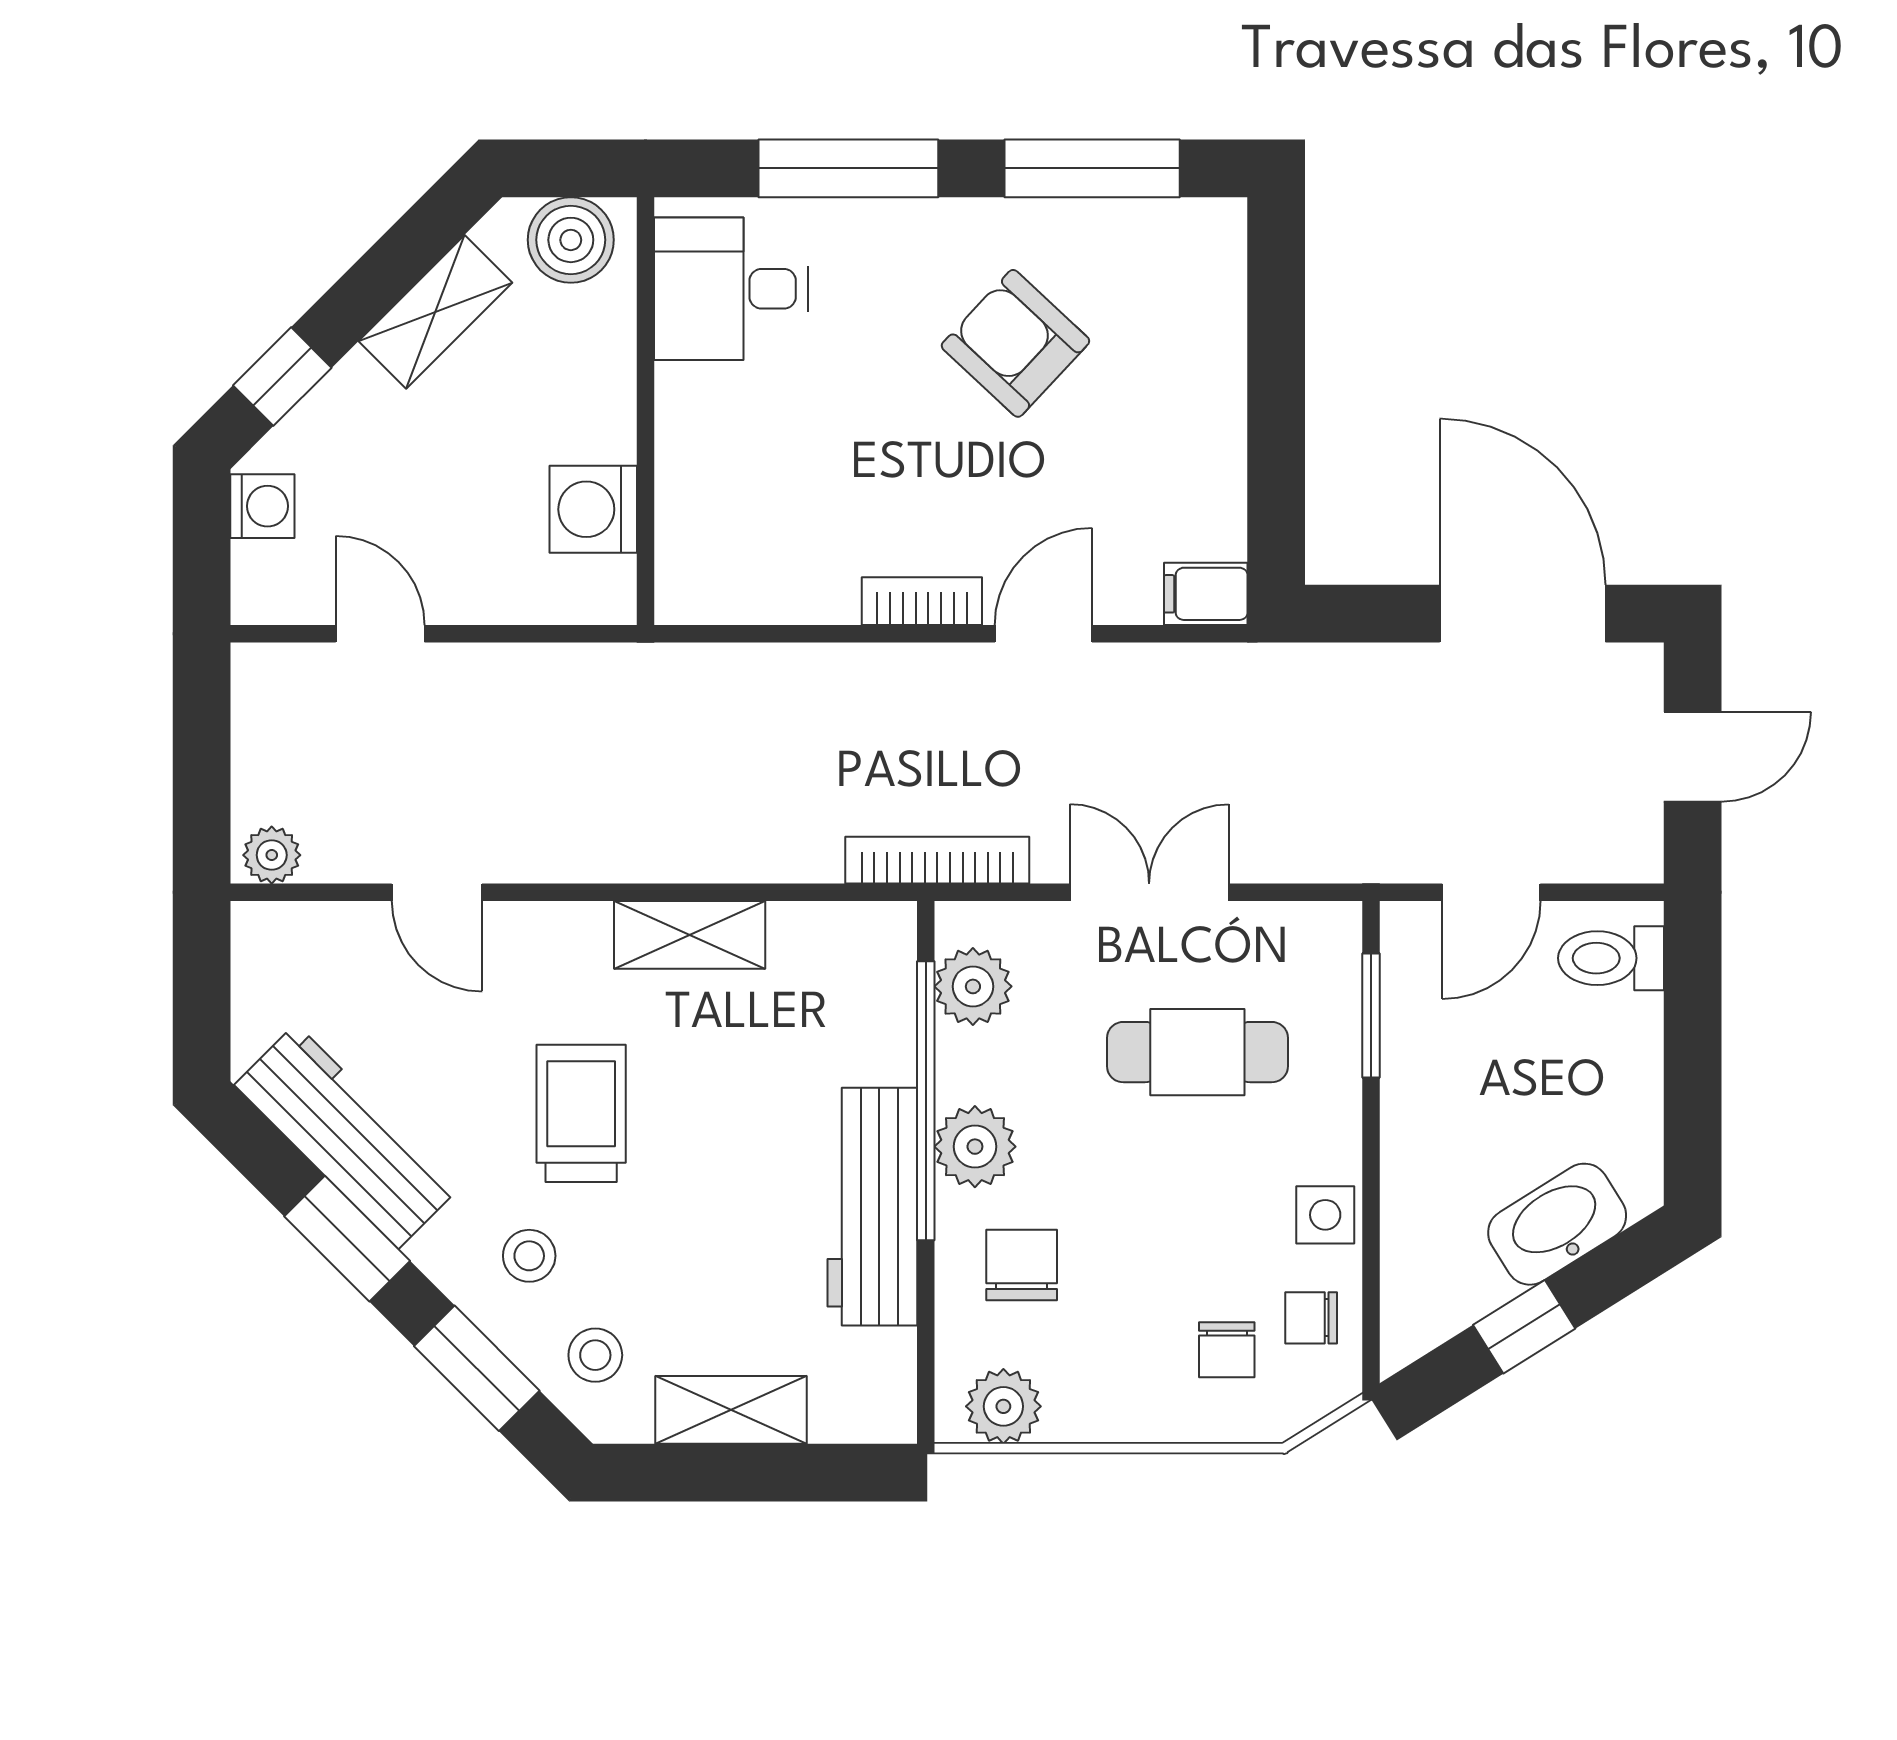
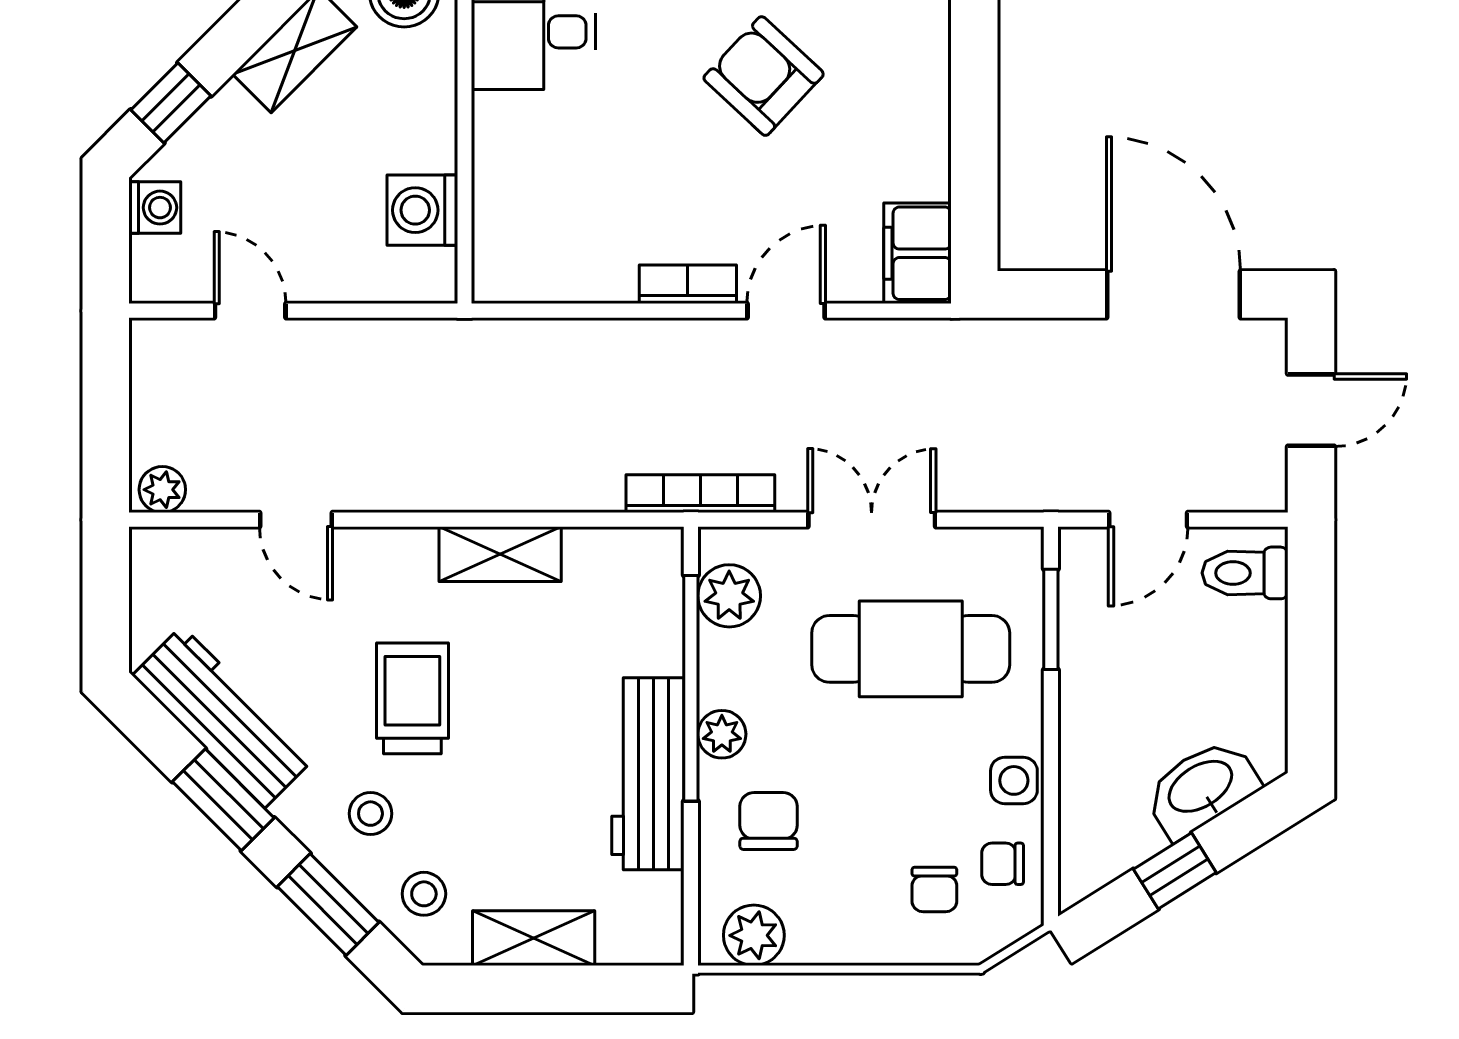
filing cabinet: (1206, 594) -> (917, 253), width x2.00
cafe table: (1197, 1052) -> (911, 649), width x1.37, depth x1.35
plant: (975, 1147) -> (722, 734), width x0.73, depth x0.73

